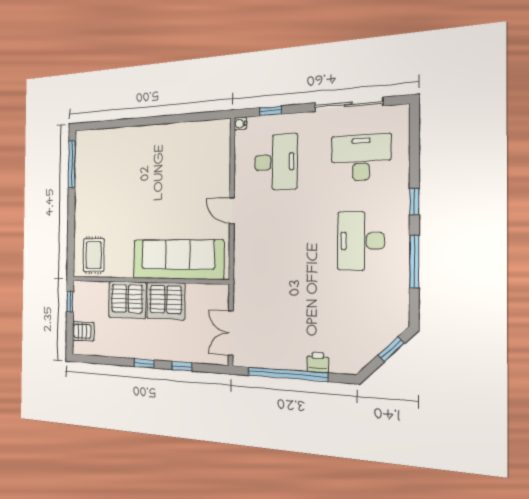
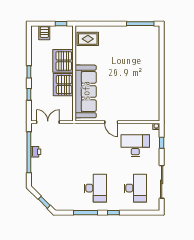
desk: (276, 162) -> (135, 146), turned 180
door: (232, 211) -> (111, 122), swing flipped
desk: (361, 241) -> (95, 188), turned 90
printer: (318, 362) -> (36, 152), moved

